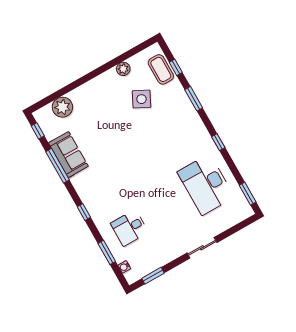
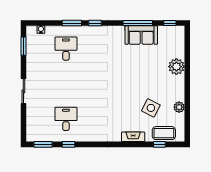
window: (194, 99) -> (131, 144), removed
fireplace: (184, 101) -> (133, 137), added
plant: (62, 107) -> (176, 67), moved
window: (218, 142) -> (69, 144), moved
desk: (206, 185) -> (66, 119), width x0.53, depth x0.77
window: (107, 252) -> (72, 23), moved

